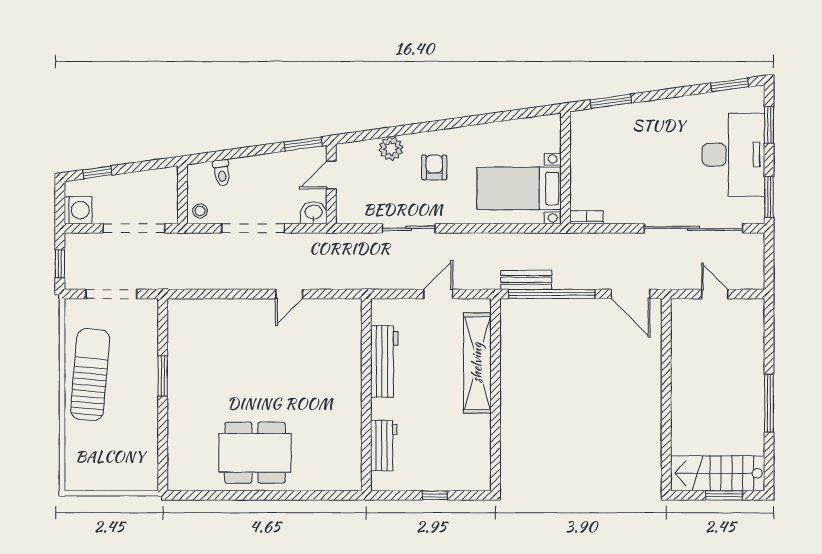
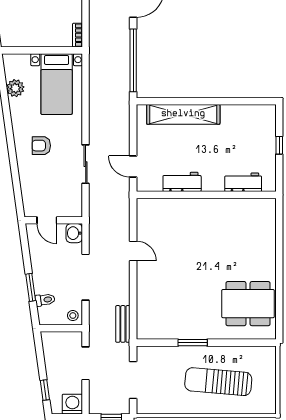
window: (303, 144) -> (31, 287), moved
plant: (391, 149) -> (15, 88), moved
doorway: (134, 228) -> (86, 363), width x0.73
bench: (526, 280) -> (123, 324), moved
door: (438, 294) -> (133, 167), moved
workbench: (384, 361) -> (182, 182), width x0.73
sun lounger: (90, 375) -> (218, 382), moved
dining table: (255, 453) -> (248, 304), moved, turned 90

